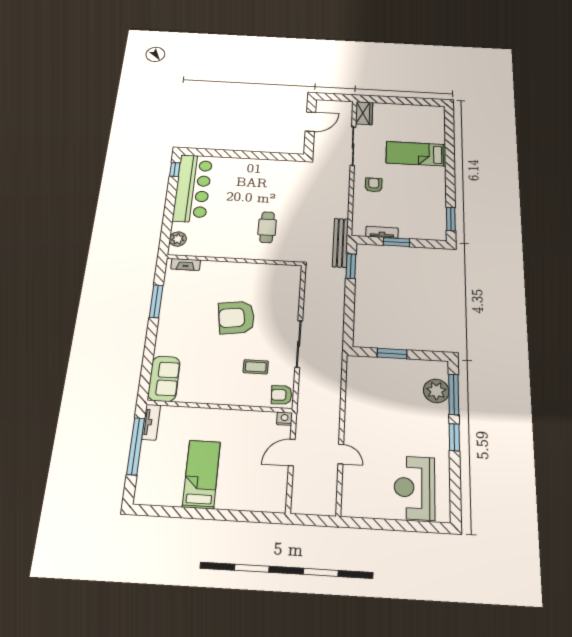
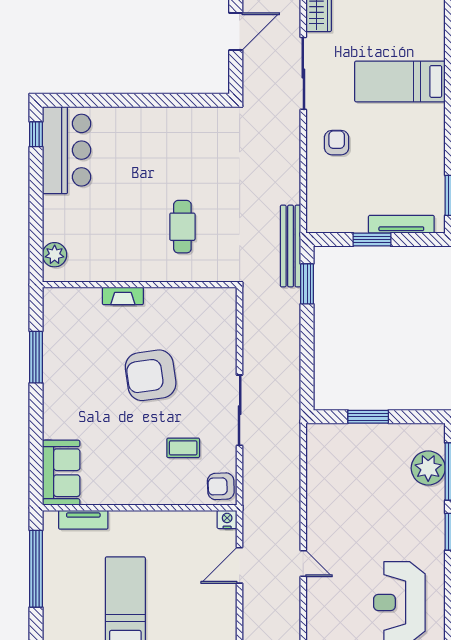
bar counter: (193, 188) -> (67, 150), width x0.73
tv unit: (382, 232) -> (401, 224), moved, width x1.41
fireplace: (186, 264) -> (123, 296), moved
tv unit: (151, 422) -> (83, 520), moved, turned 90

